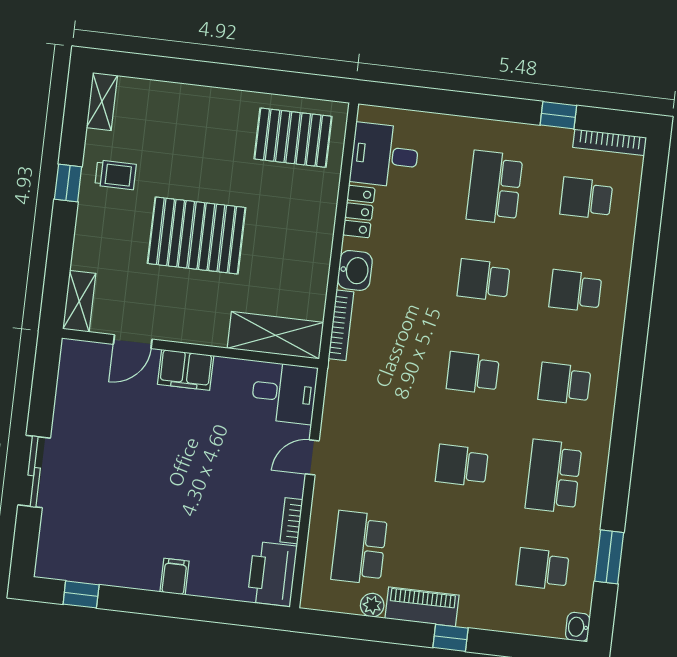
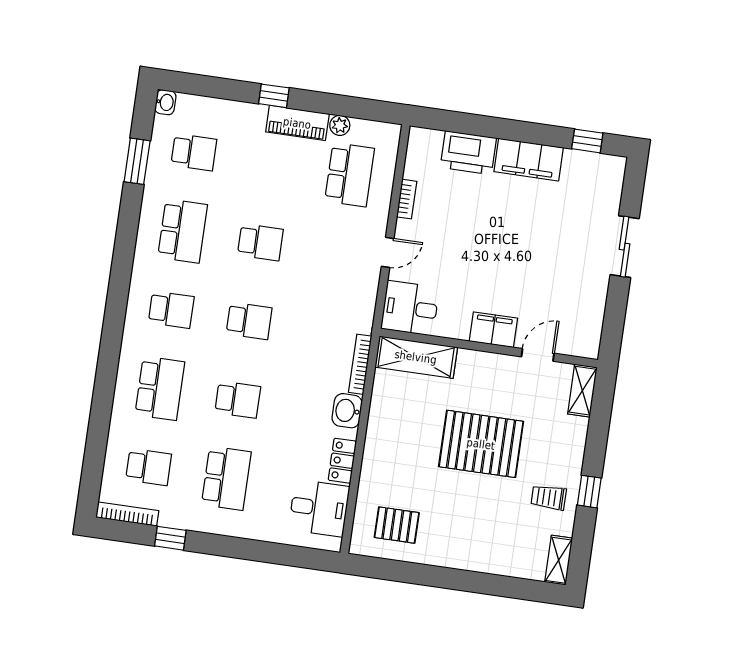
pallet: (293, 138) -> (397, 525), width x0.67, depth x0.71
school desk: (575, 291) -> (160, 388), width x1.85
printer: (272, 574) -> (468, 153), moved, turned 90
filing cabinet: (175, 577) -> (529, 160), width x3.00, depth x1.17

